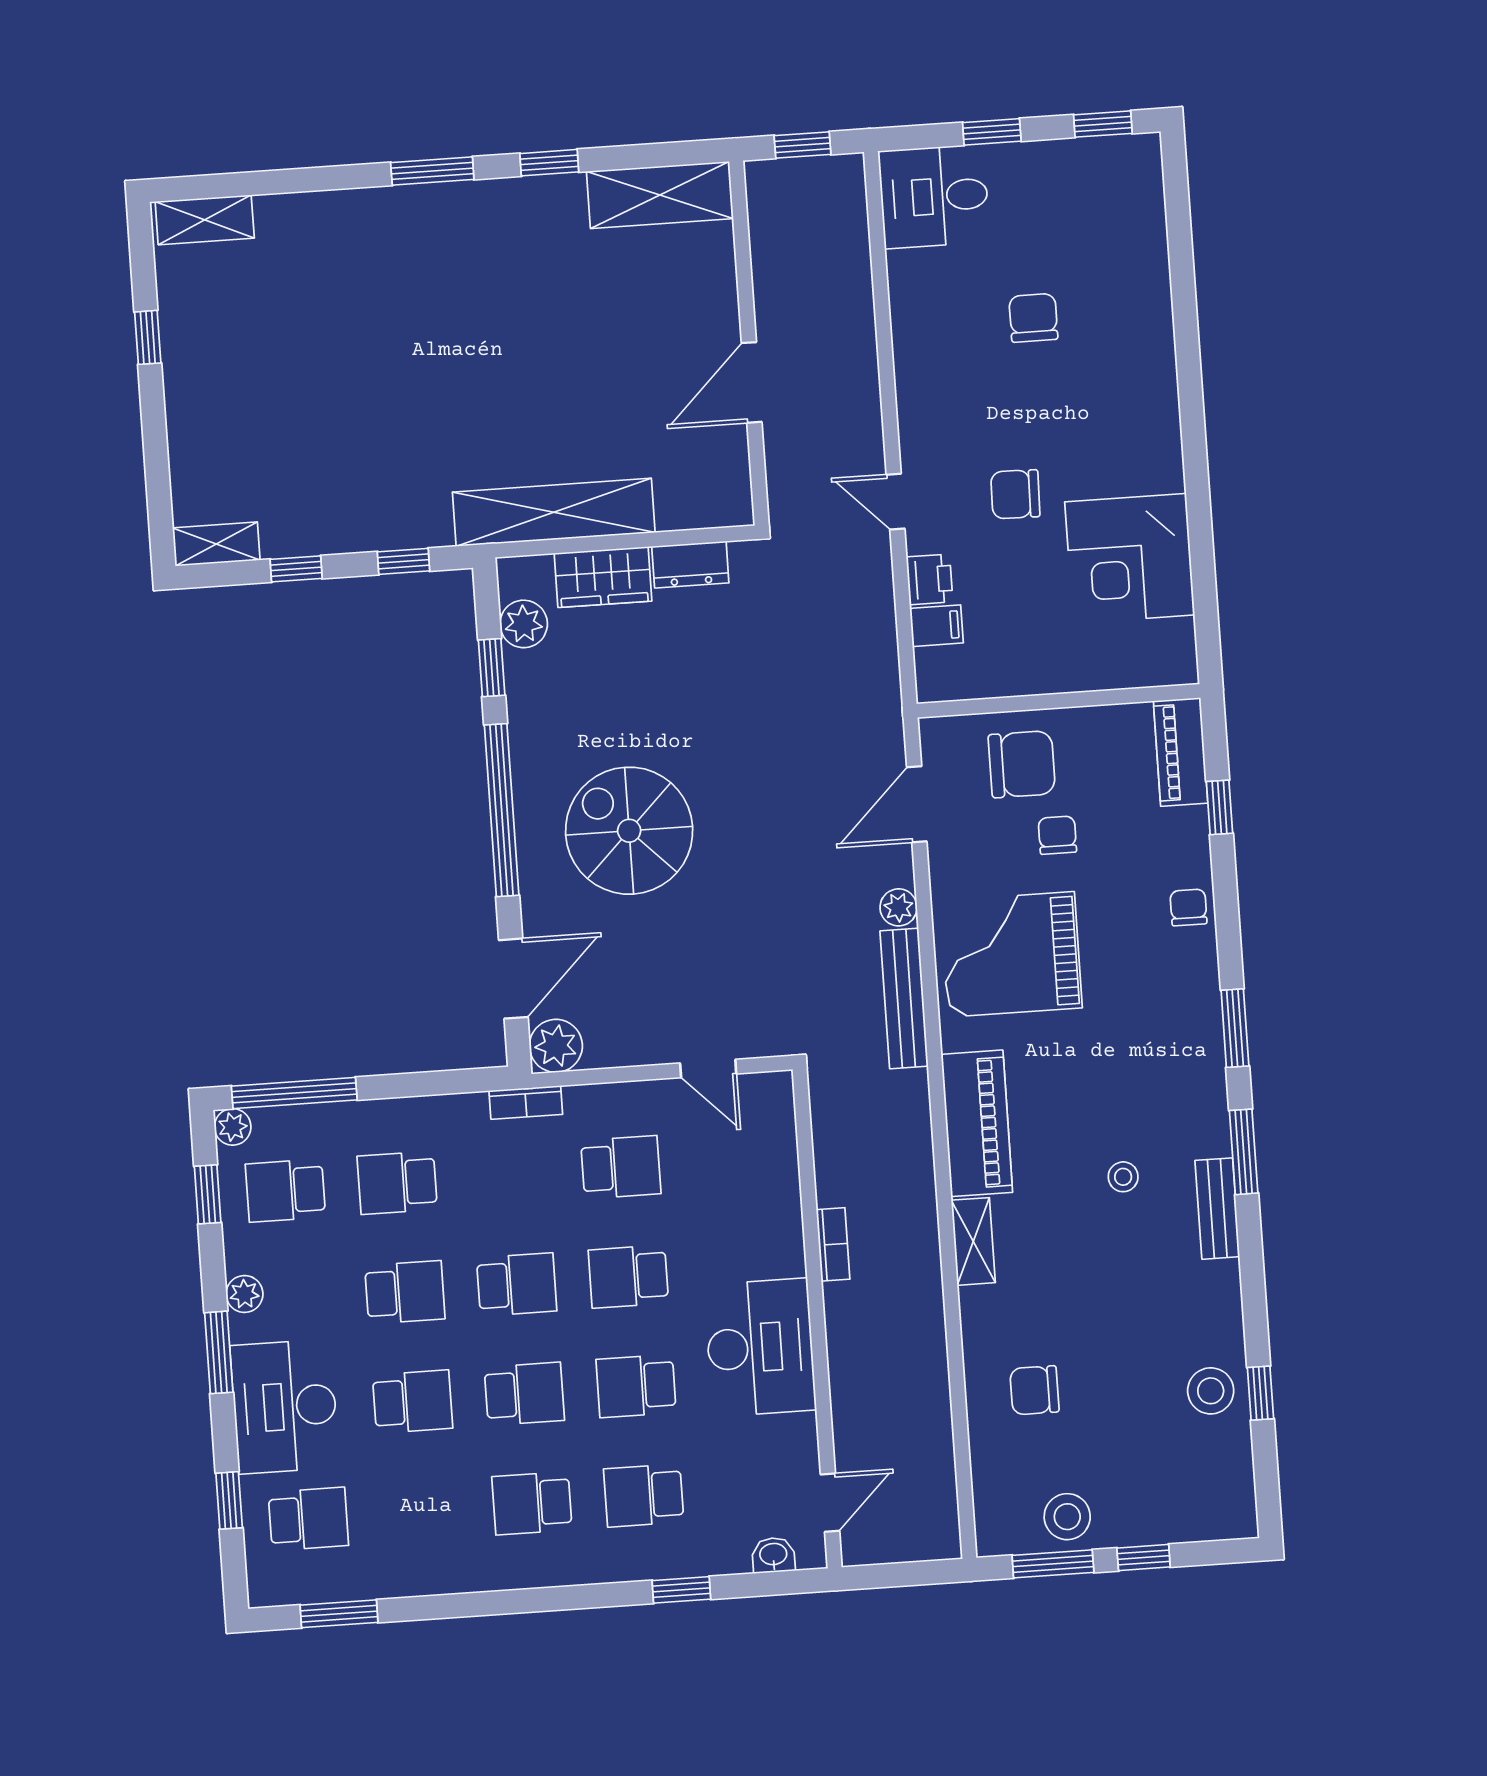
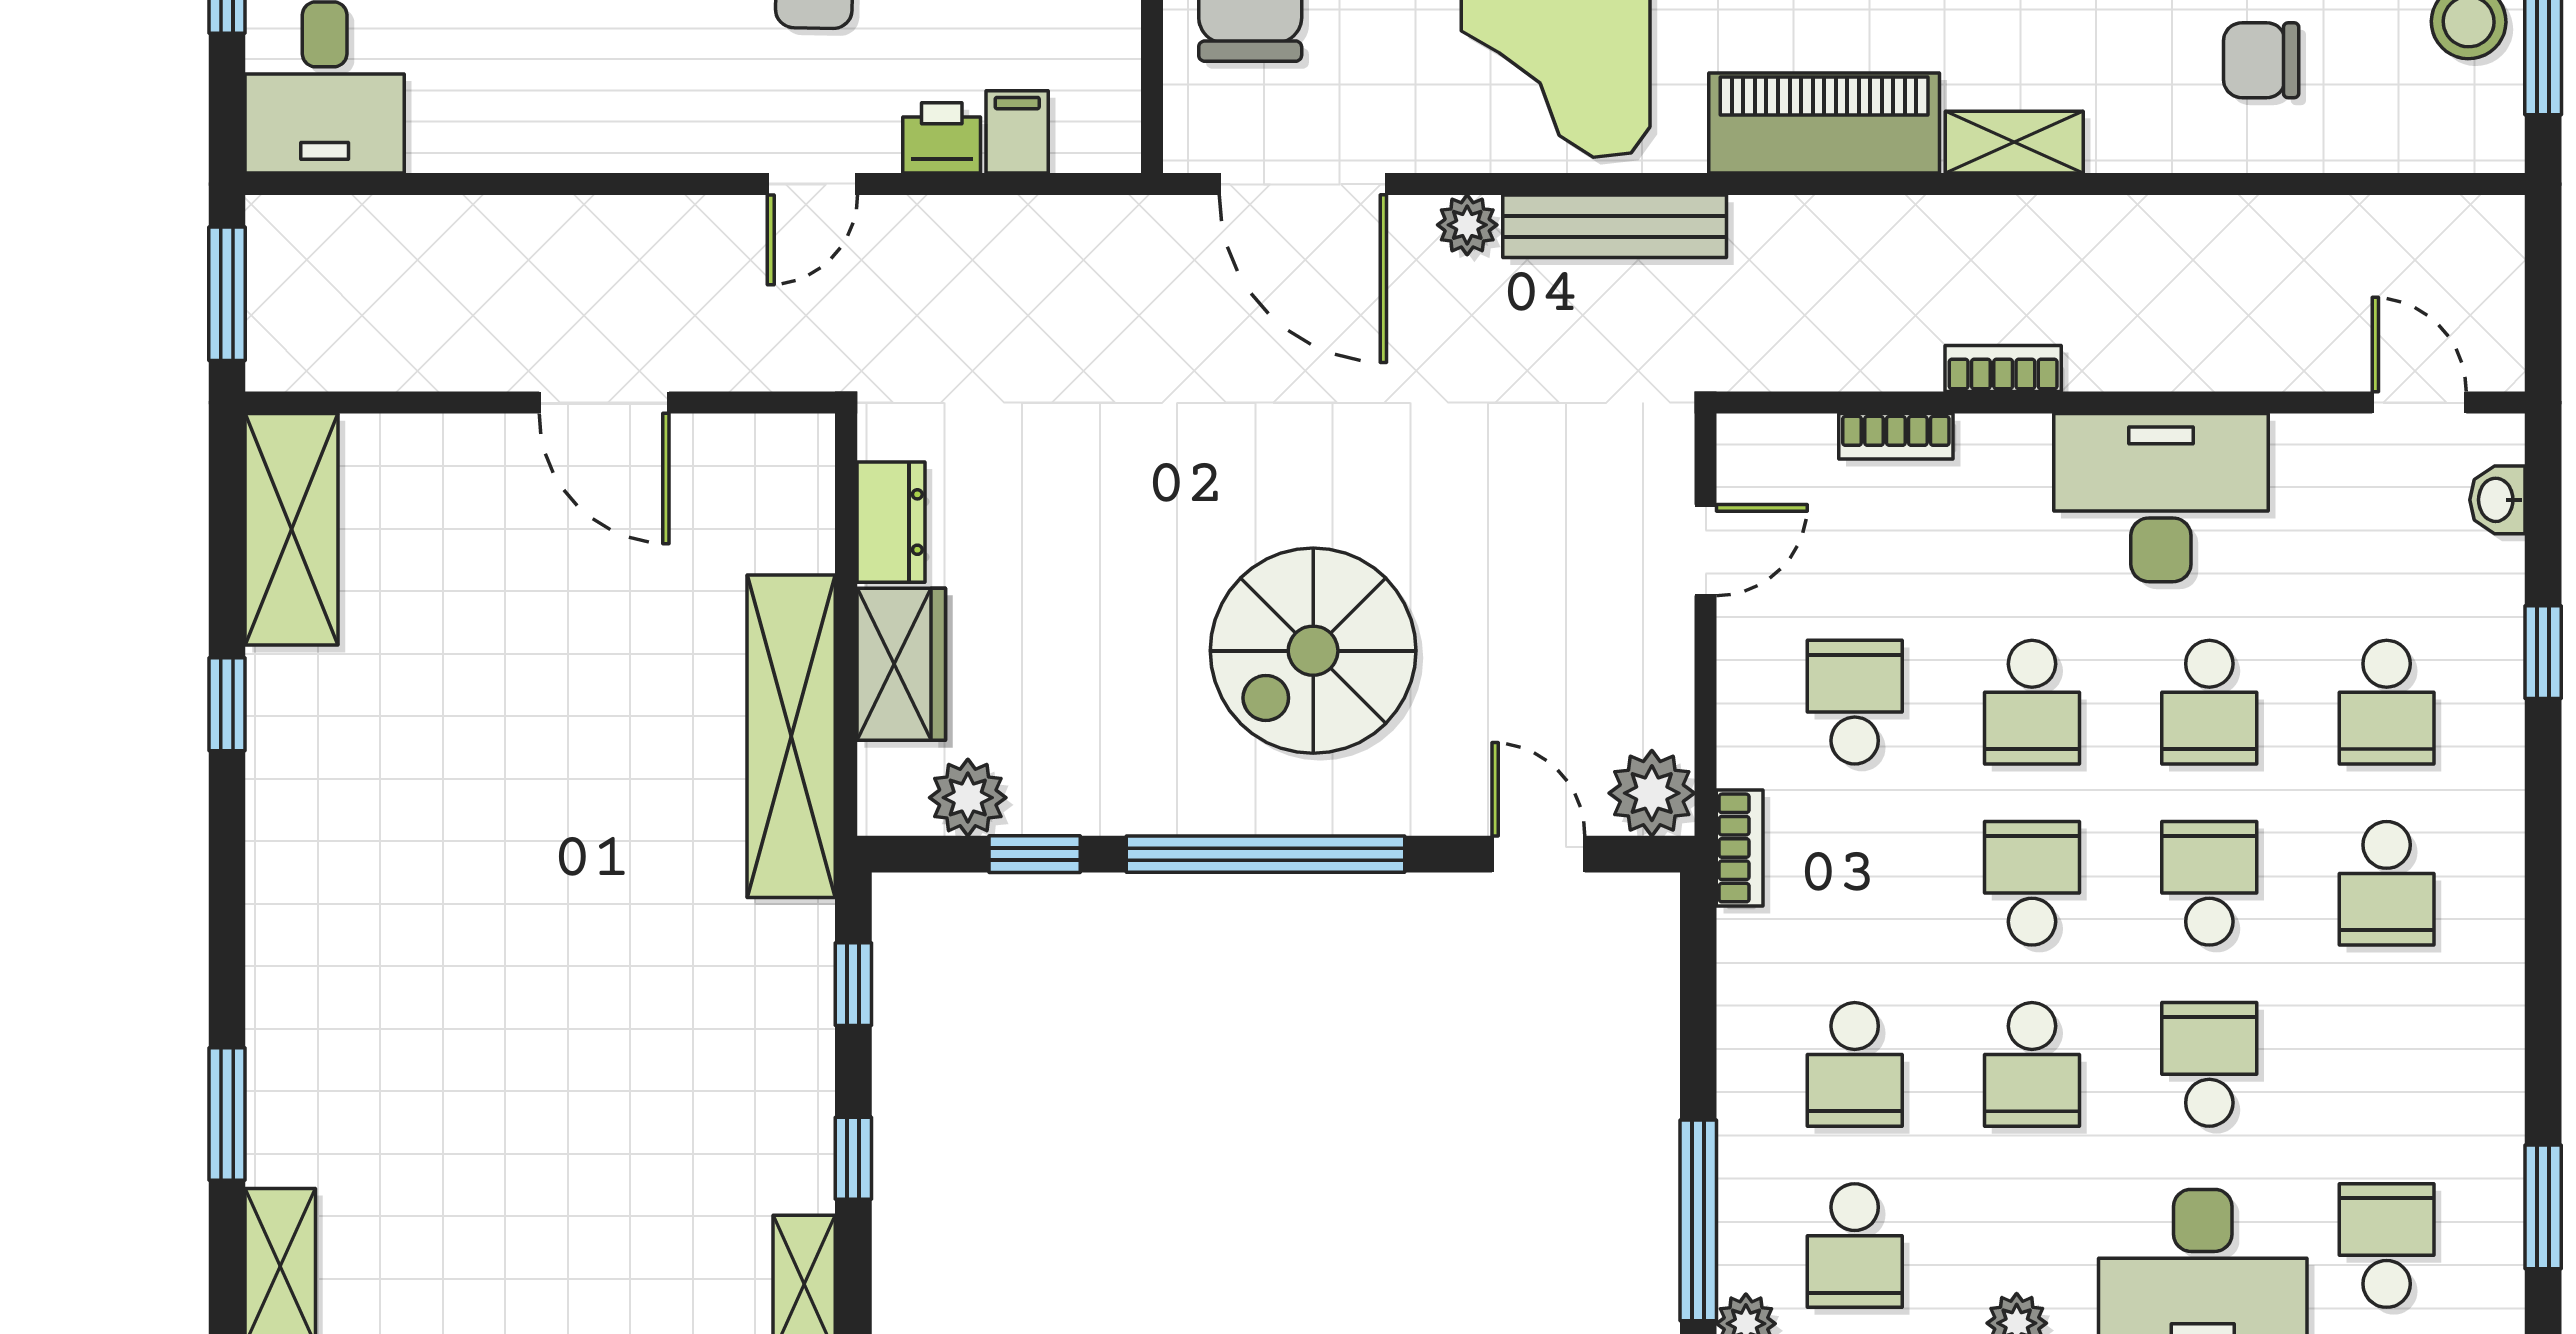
window: (803, 145) -> (227, 294), width x1.50
window: (432, 171) -> (227, 1114), moved
door: (917, 804) -> (1303, 184), width x1.36
door: (513, 979) -> (1538, 854), width x0.73
bookcase: (787, 1181) -> (1896, 436), added
school desk: (405, 1292) -> (2032, 1064), turned 180
chair: (1034, 1390) -> (2261, 60), turned 90

